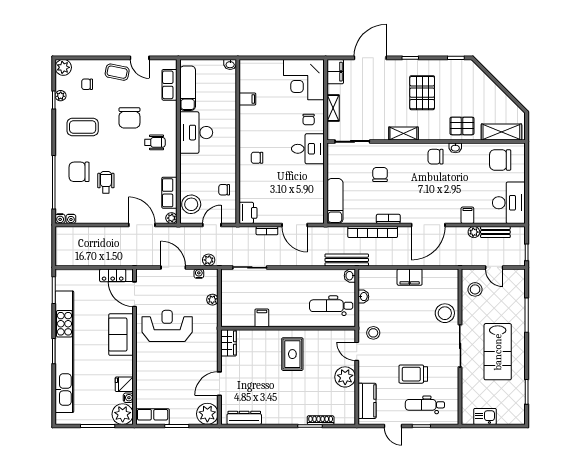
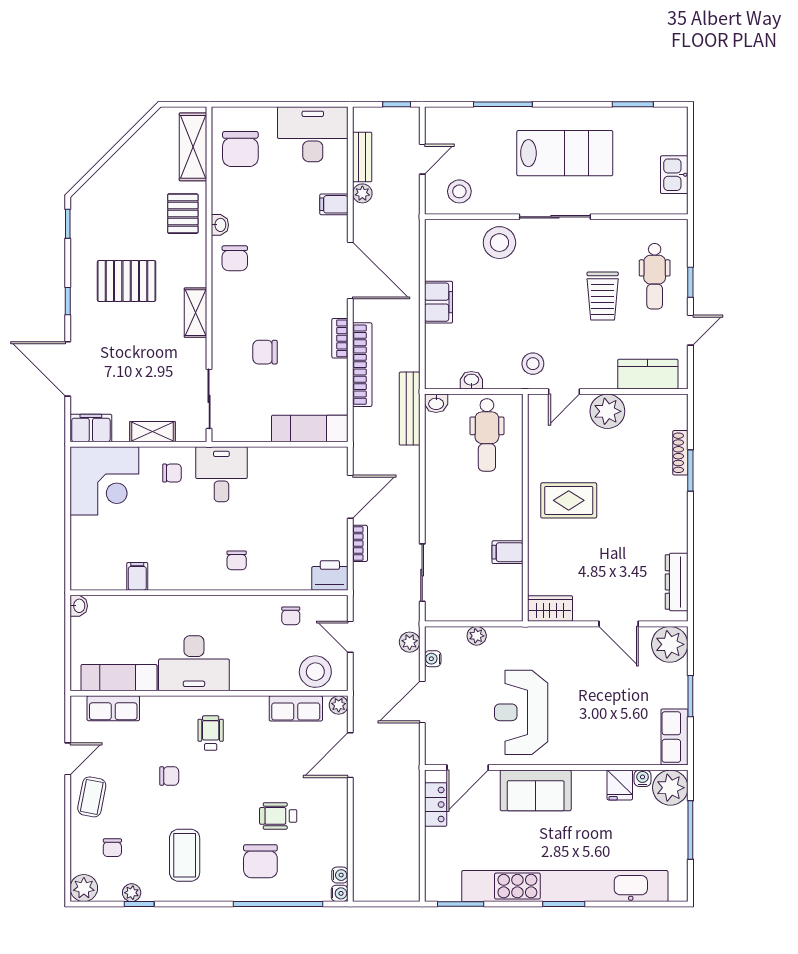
chair: (129, 118) -> (169, 776), width x0.54, depth x0.54

